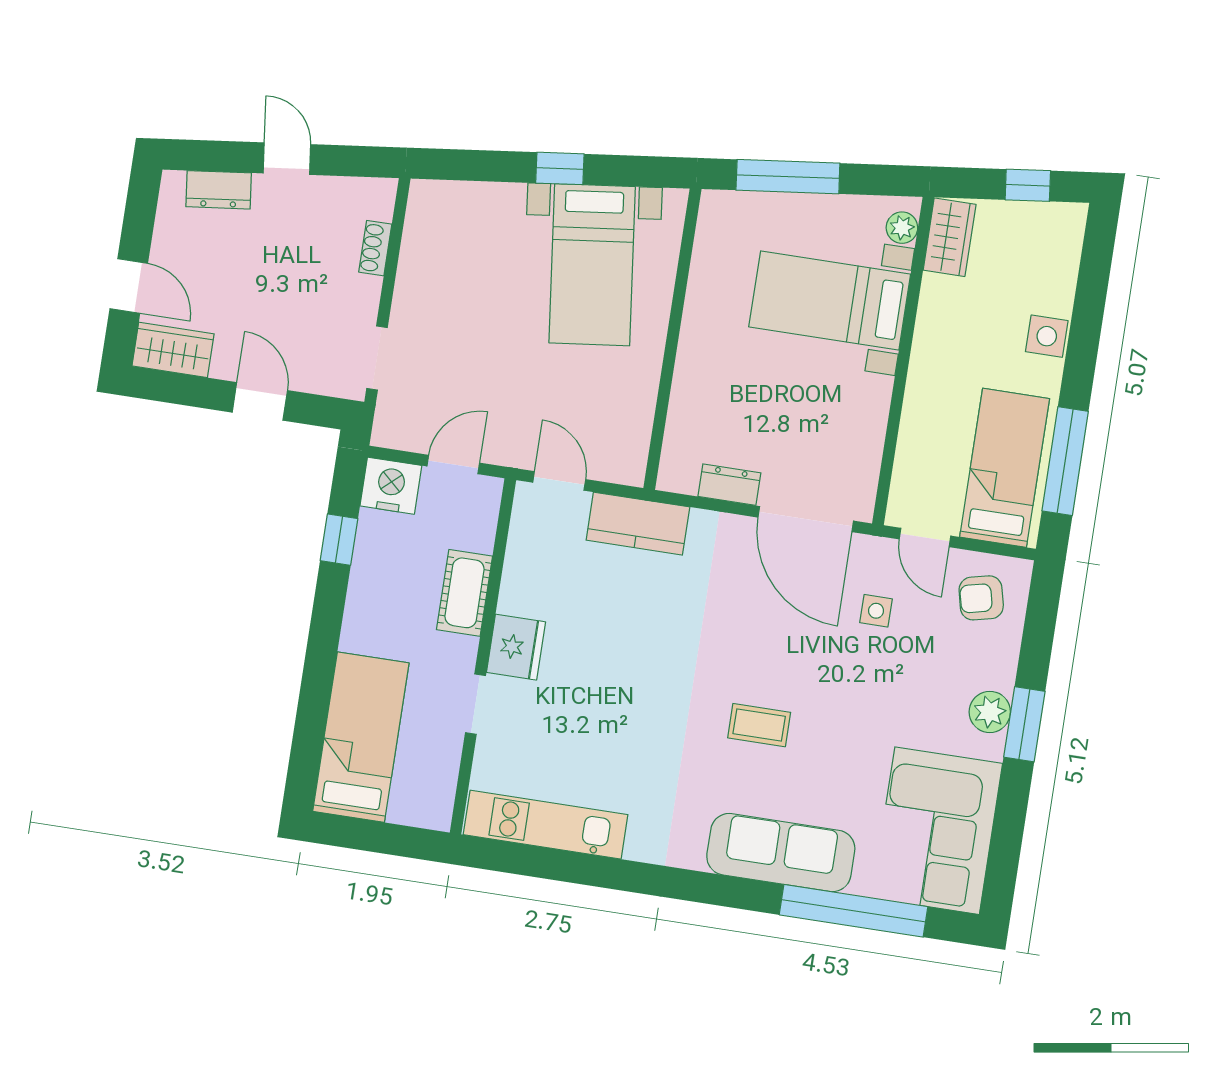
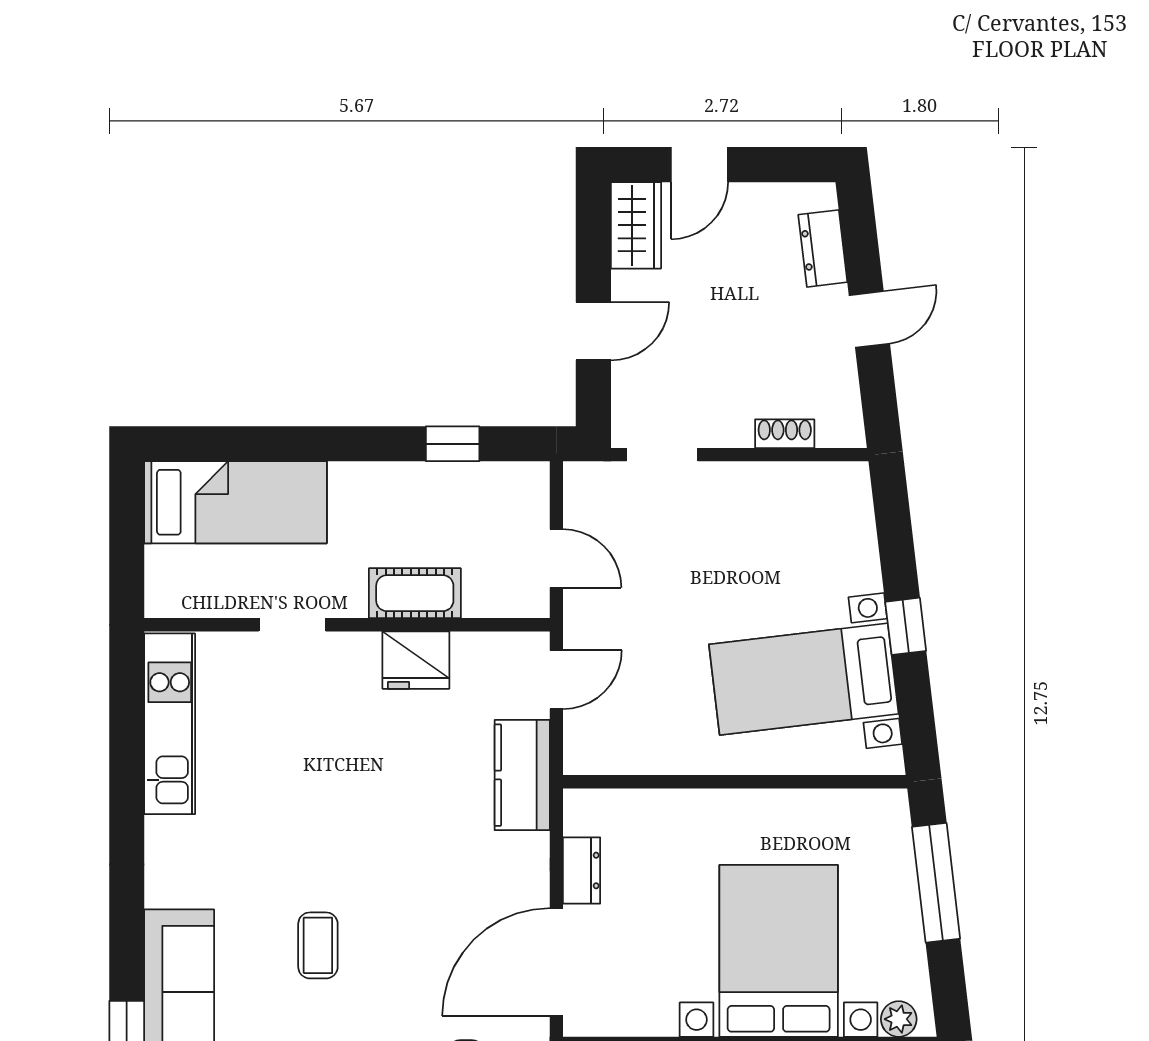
bed with nightstands: (830, 301) -> (779, 951), width x1.36
nightstand: (391, 486) -> (522, 492), removed
fridge: (516, 647) -> (416, 660), moved

